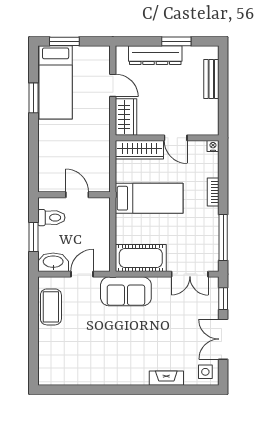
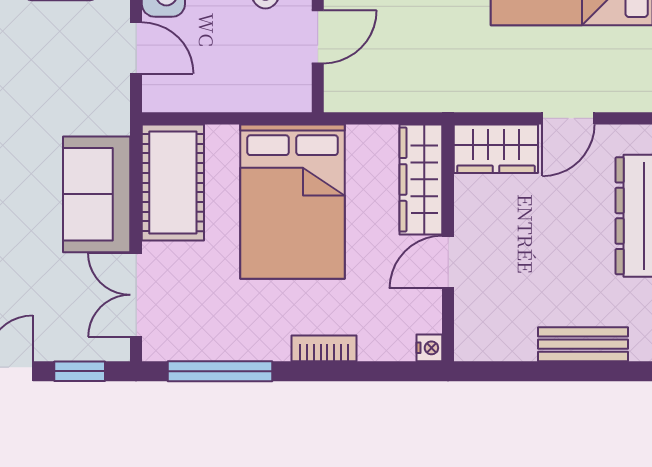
bed: (149, 198) -> (293, 202), width x1.50
sofa: (126, 291) -> (97, 194), moved

